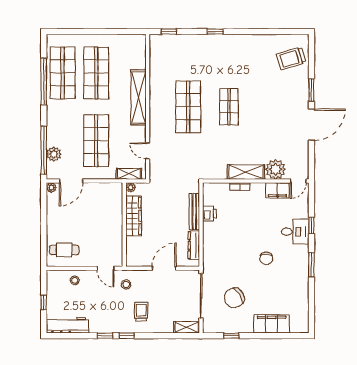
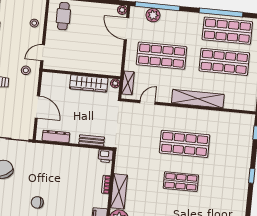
bench: (194, 212) -> (92, 141), width x0.73
printer: (209, 214) -> (106, 156), moved

